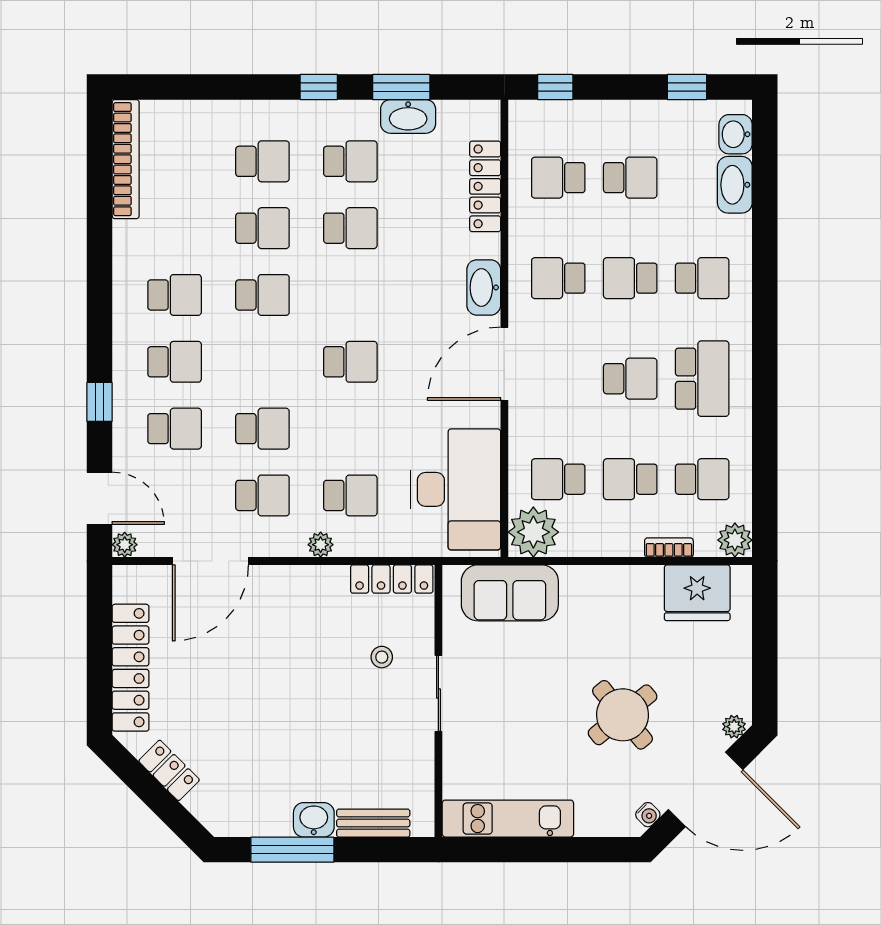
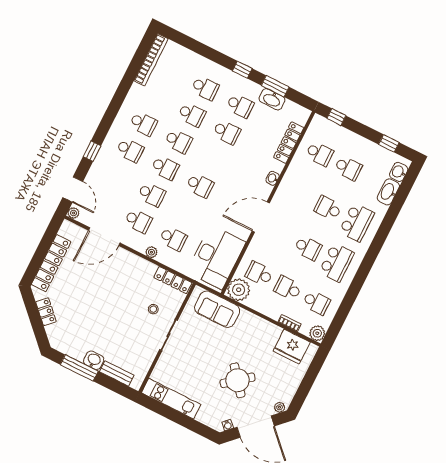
school desk: (558, 178) -> (319, 154), turned 180
school desk: (558, 278) -> (299, 194), removed
school desk: (702, 278) -> (357, 222), width x1.85
washbasin: (484, 287) -> (273, 178), width x0.52, depth x0.69
school desk: (175, 429) -> (165, 168), moved

